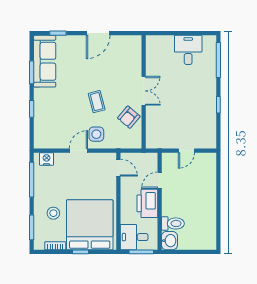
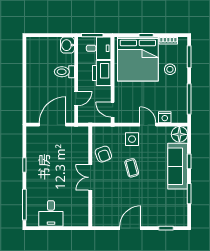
sofa: (45, 61) -> (178, 166), moved
armchair: (129, 117) -> (103, 154), turned 120
floor lamp: (43, 140) -> (179, 134), added
door: (78, 151) -> (148, 125), swing flipped
door: (186, 151) -> (53, 125), width x1.88
nightstand: (47, 159) -> (165, 117), moved
printer: (147, 203) -> (102, 73), moved, turned 180
toilet: (173, 223) -> (64, 72), moved

